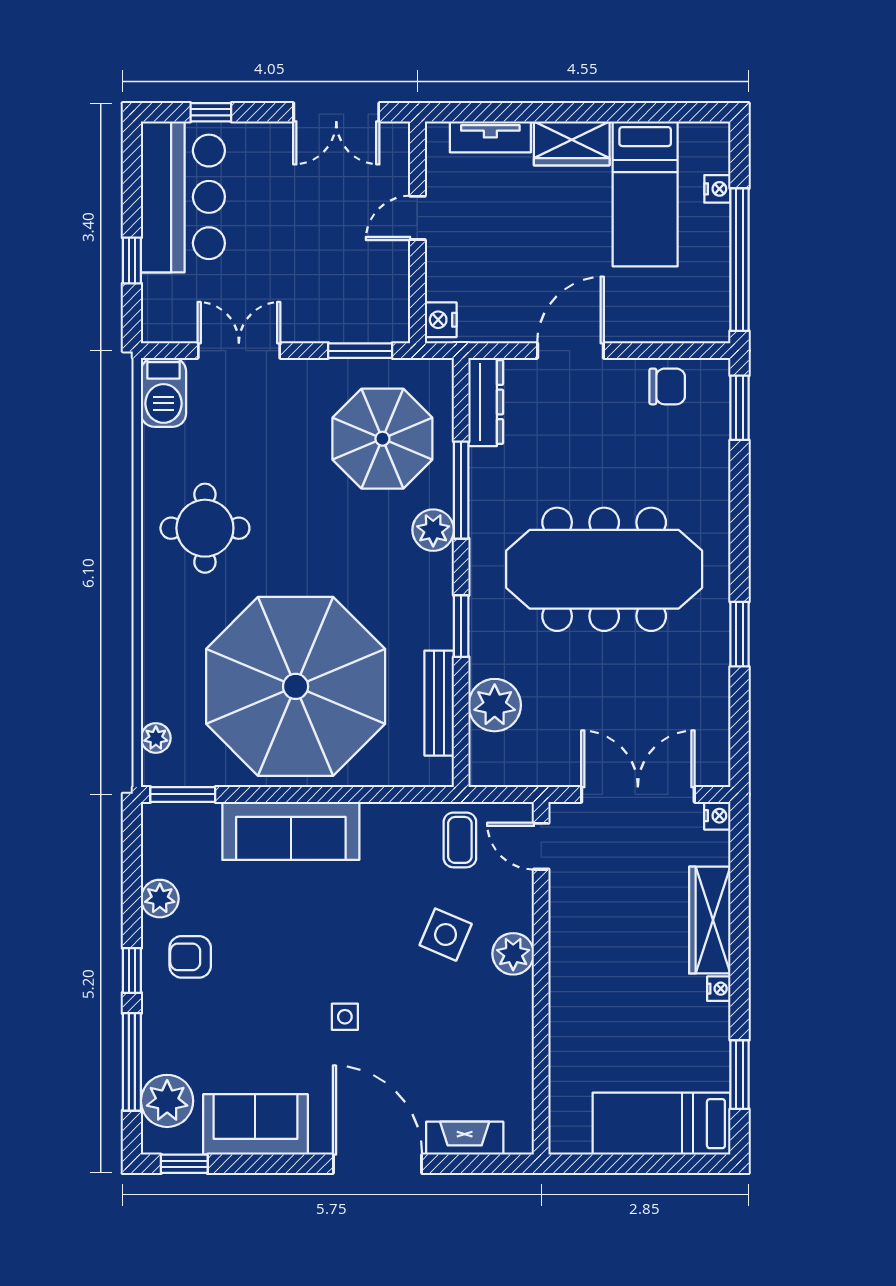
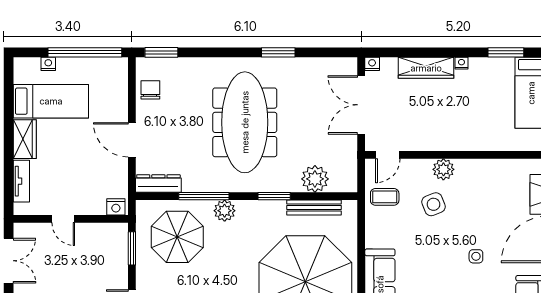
side table: (446, 935) -> (434, 204), turned 45

